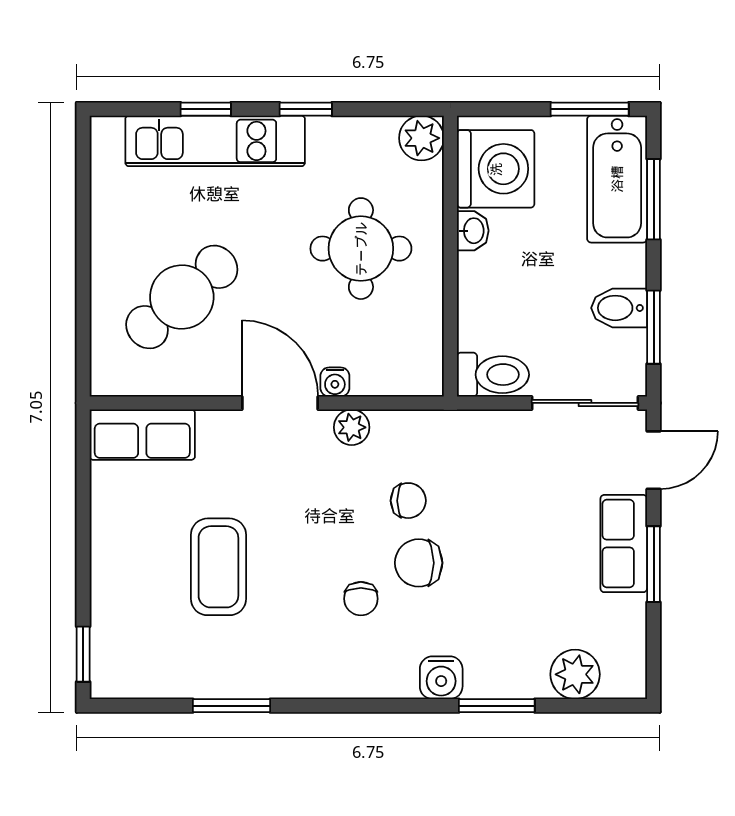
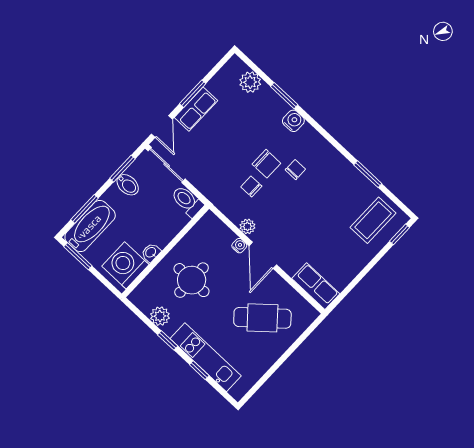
plant: (421, 138) -> (160, 316), moved
door: (654, 460) -> (162, 127), swing flipped
coffee table: (218, 567) -> (373, 220), moved

